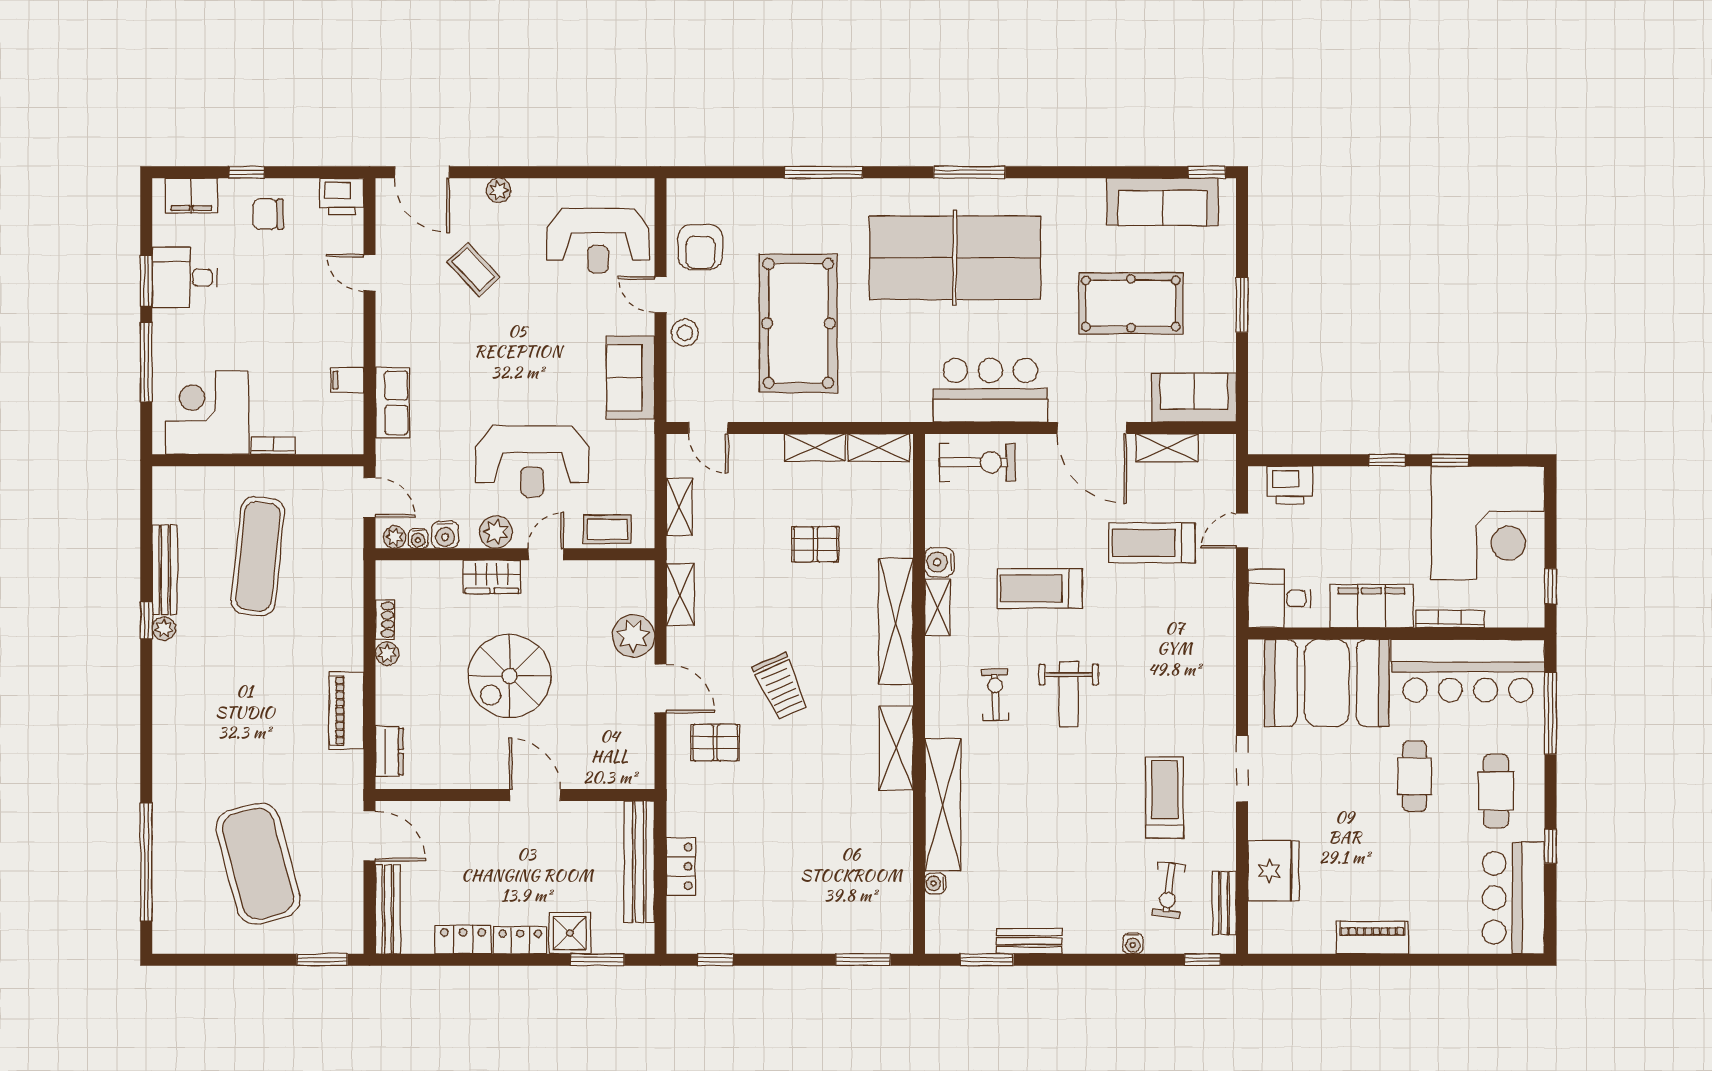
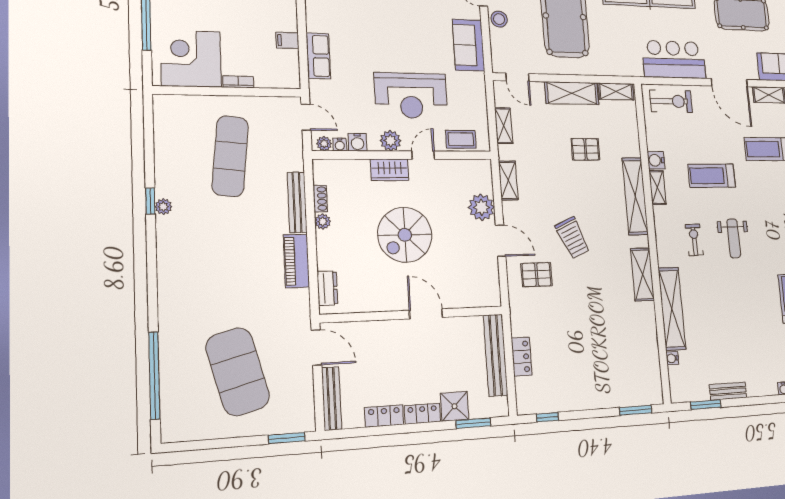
shelving: (815, 447) -> (572, 93), width x1.50, depth x1.33
bench: (165, 570) -> (297, 202), moved

